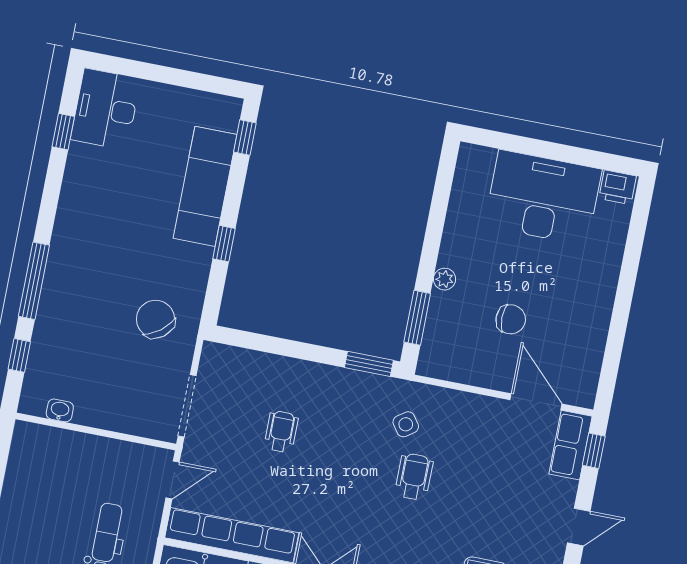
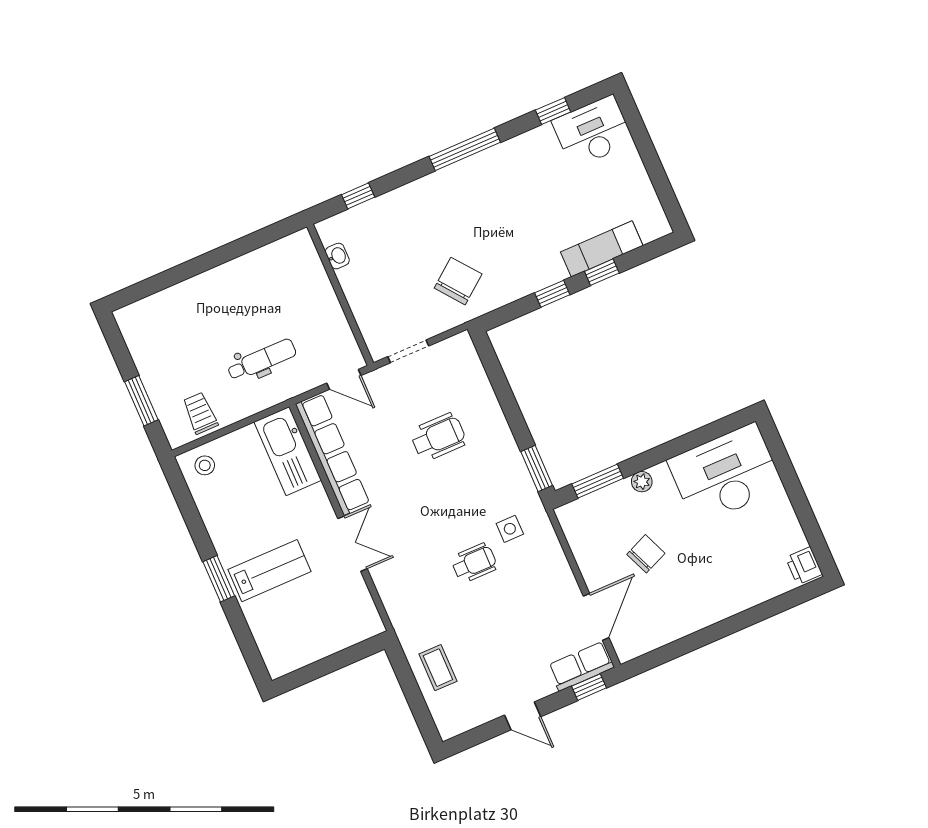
window: (245, 137) -> (602, 272), moved
exam couch: (205, 186) -> (602, 249), width x0.73, depth x0.69
desk: (543, 198) -> (726, 474), moved, turned -90
window: (34, 281) -> (465, 149), moved
chair: (511, 319) -> (646, 554), turned -113
doorway: (187, 406) -> (408, 351), width x0.73
side table: (406, 424) -> (510, 529), turned 35
wheelchair: (281, 432) -> (438, 437), width x1.36, depth x1.37

